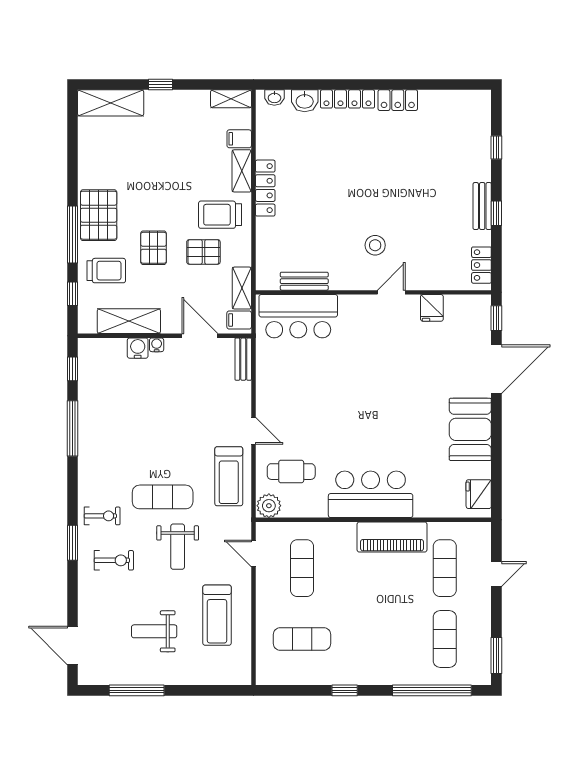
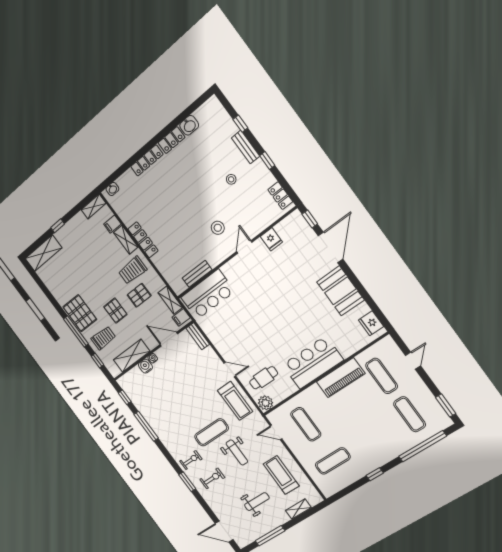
washbasin: (305, 101) -> (189, 125), moved
stool: (436, 201) -> (231, 179), added
bench: (482, 206) -> (246, 147), moved
treadmill: (217, 615) -> (281, 475), turned 180
weight bench: (154, 631) -> (257, 502), turned 180
shelving: (206, 676) -> (298, 509), added

